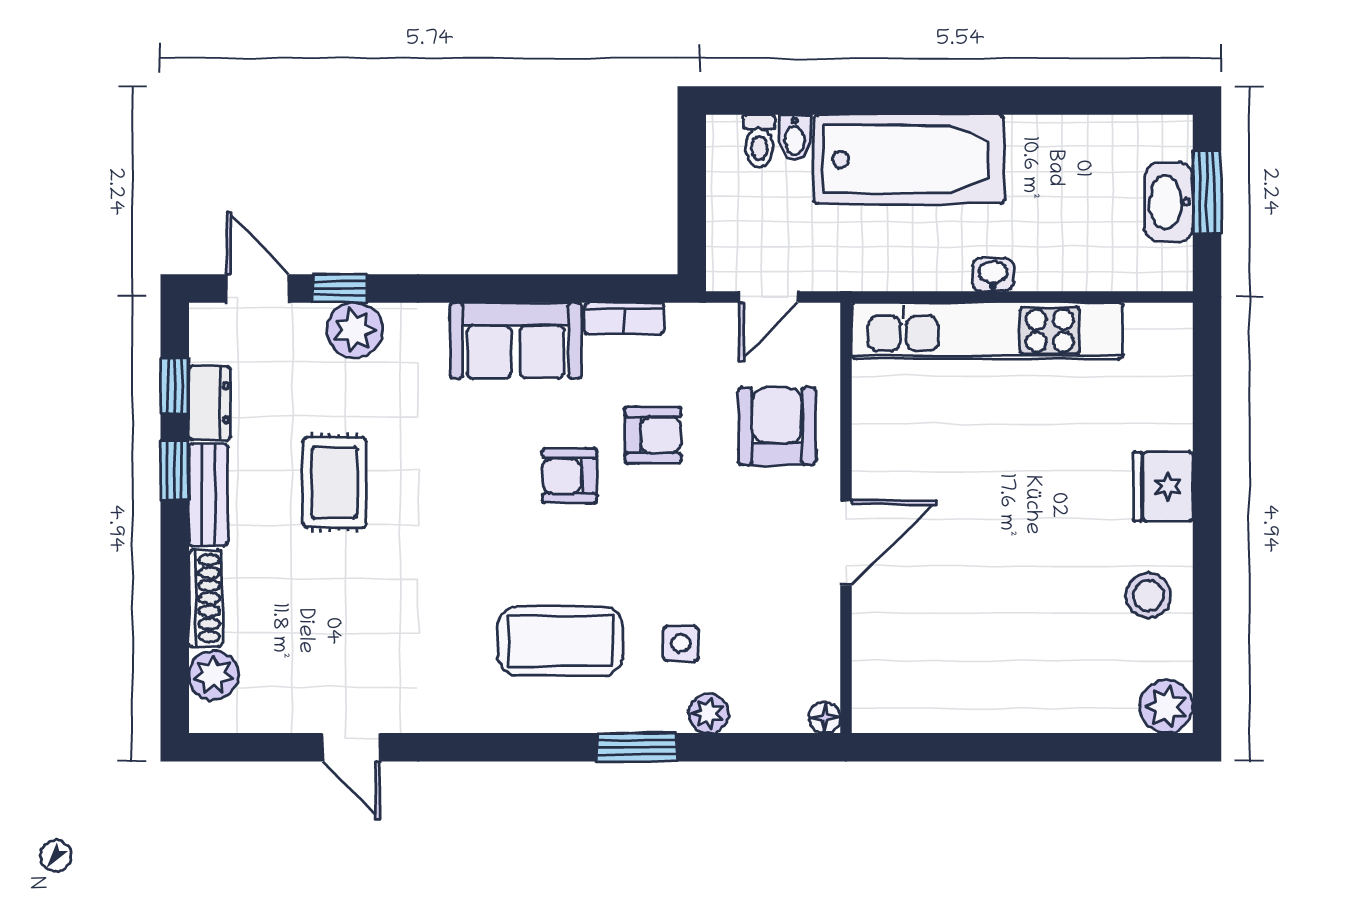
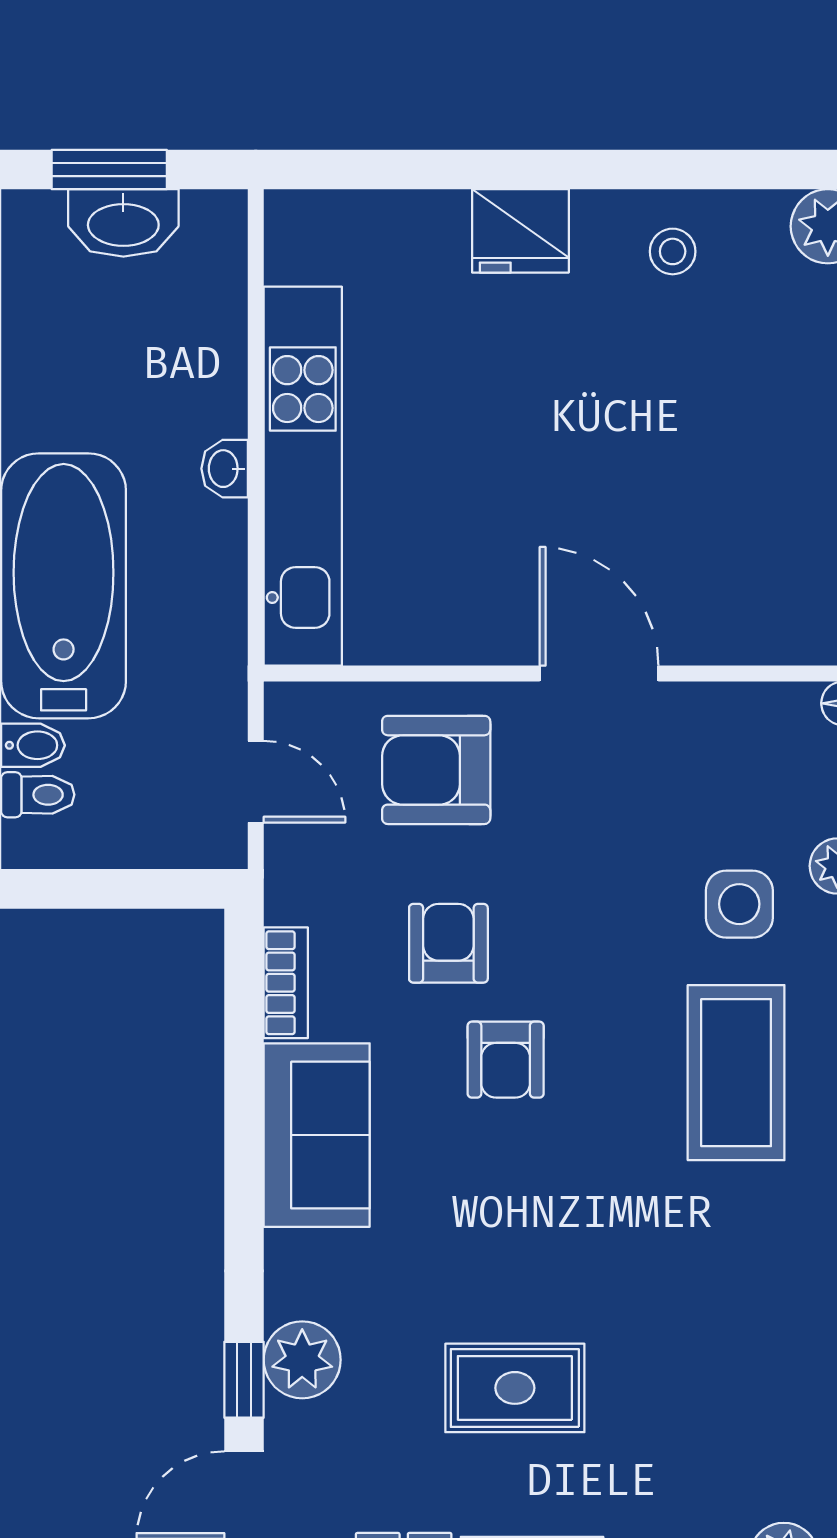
stool: (1148, 595) -> (673, 251), width x0.73, depth x0.73
side table: (681, 643) -> (739, 904), width x1.37, depth x1.37

